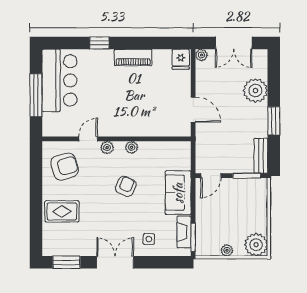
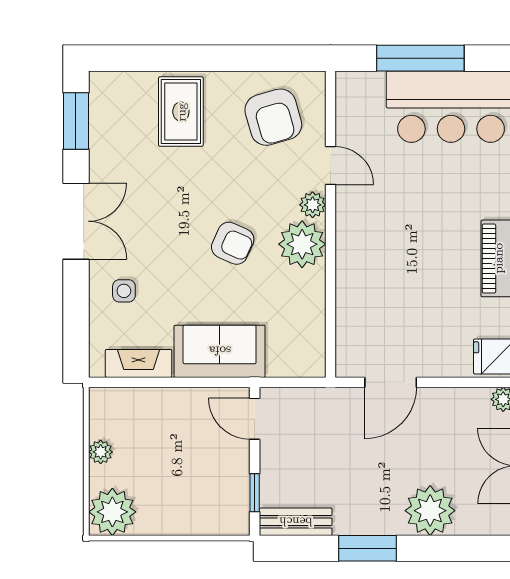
plant: (132, 147) -> (302, 244), width x1.87, depth x1.87
window: (247, 176) -> (255, 493), width x0.67
window: (193, 237) -> (128, 382), removed

